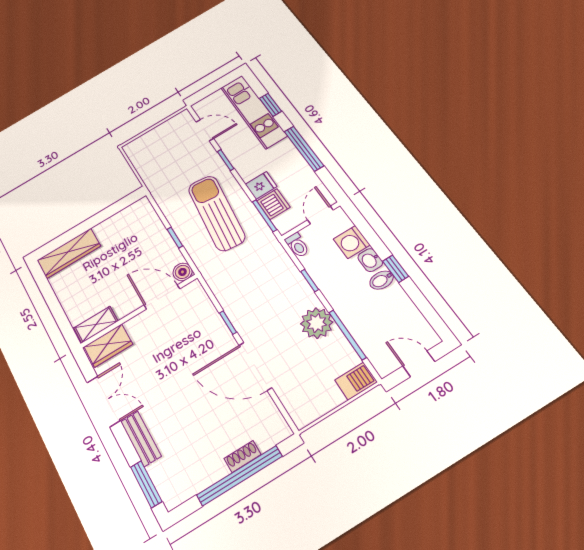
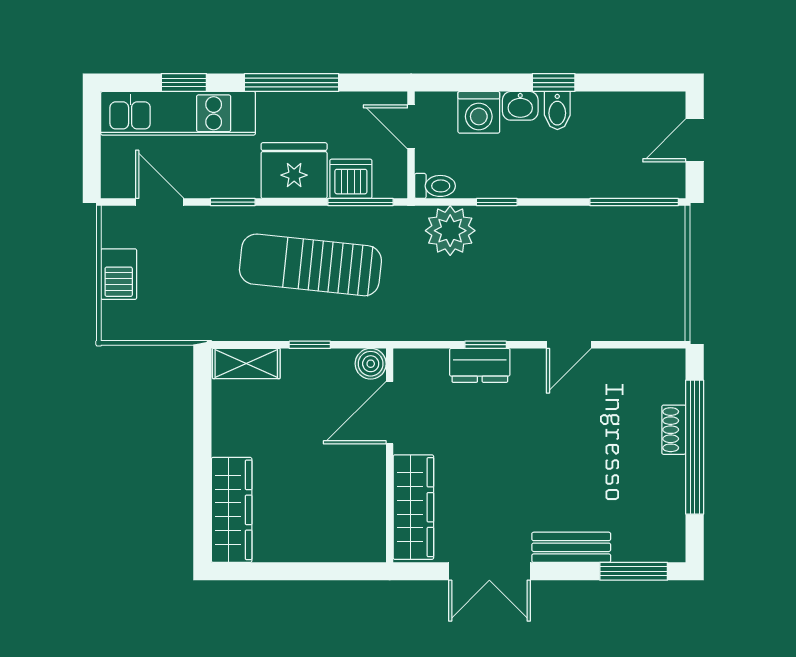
door: (205, 130) -> (160, 202), hinge flipped
fridge: (261, 185) -> (294, 171), width x1.88, depth x1.34
plant: (317, 323) -> (450, 231), moved
shelving: (96, 325) -> (246, 364), moved, turned 90
dresser: (215, 326) -> (480, 365), added
window: (347, 335) -> (634, 202), moved
wardrobe: (108, 345) -> (413, 507), width x1.50
door: (255, 366) -> (569, 345), width x0.53
barbecue: (356, 381) -> (119, 274), moved, turned 180
double door: (104, 401) -> (489, 571), swing flipped

